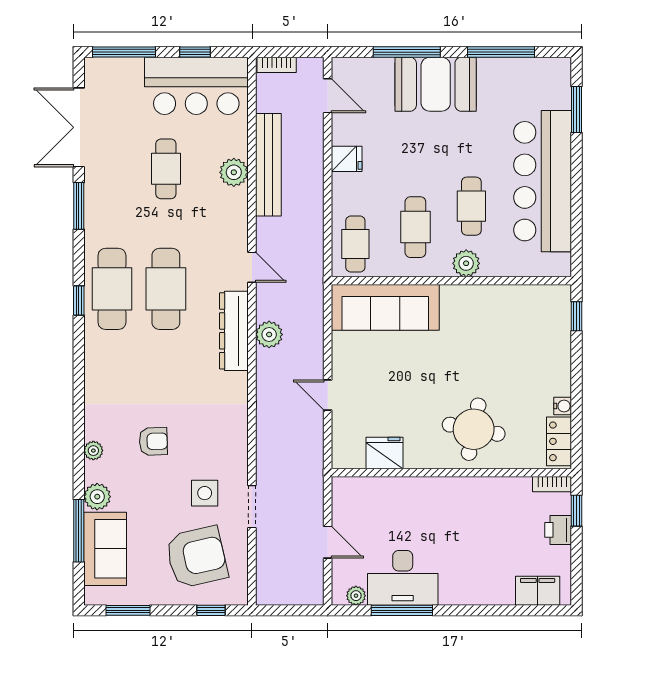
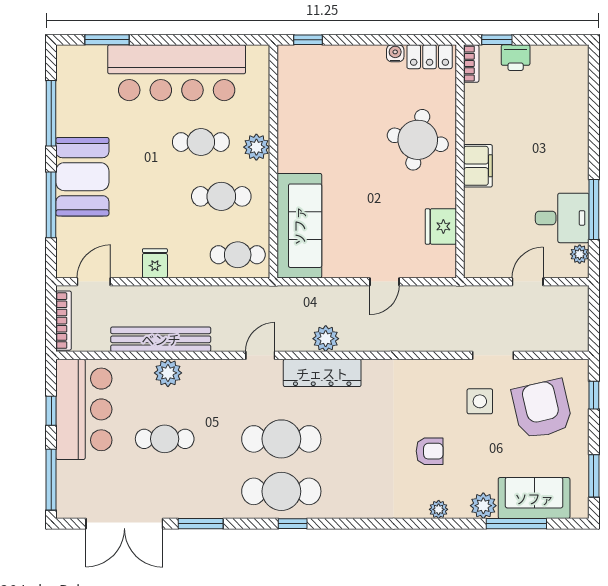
bookcase: (277, 65) -> (64, 321), width x1.56
armchair: (153, 441) -> (430, 451), turned 92
desk: (403, 578) -> (562, 218), width x0.73
filing cabinet: (538, 591) -> (478, 166), moved, turned 180

